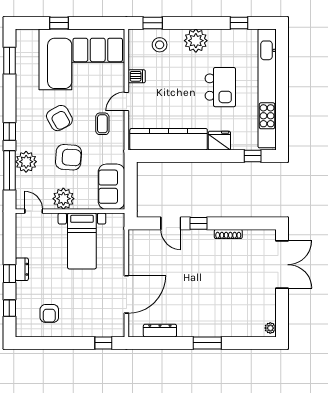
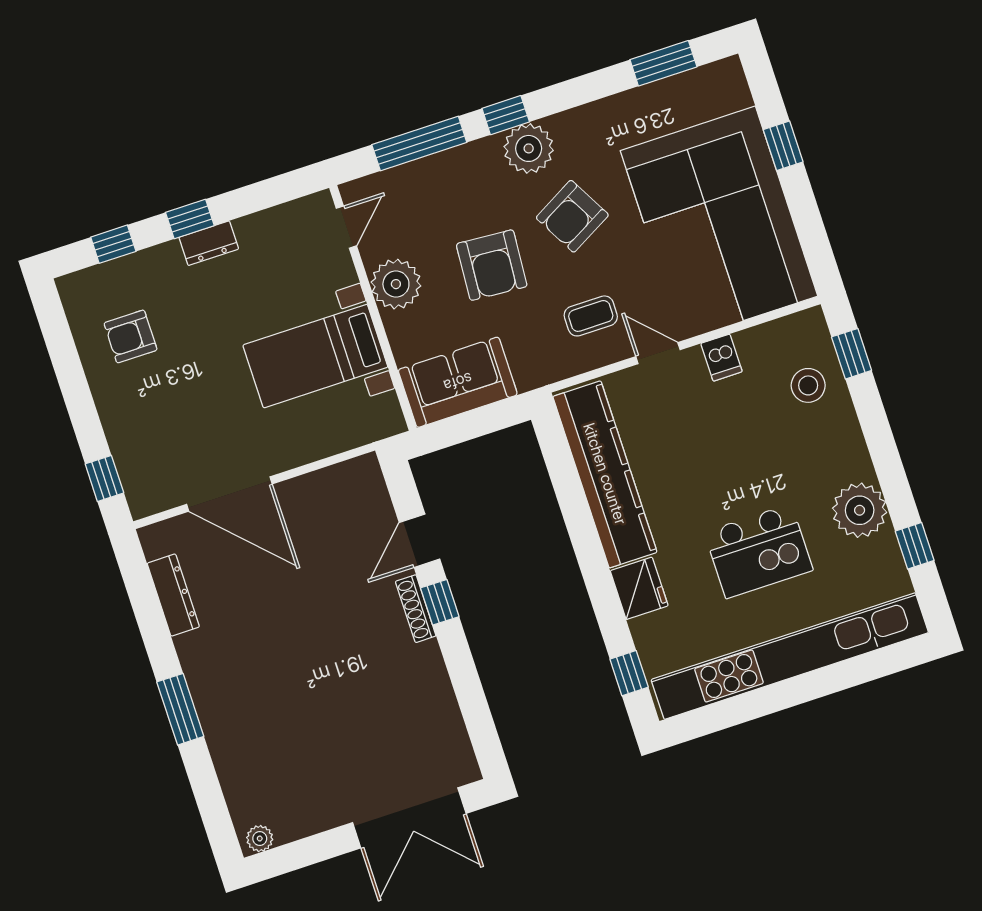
plant: (196, 41) -> (860, 510), moved
plant: (26, 162) -> (529, 148), moved
shoe rack: (228, 234) -> (416, 609), moved

